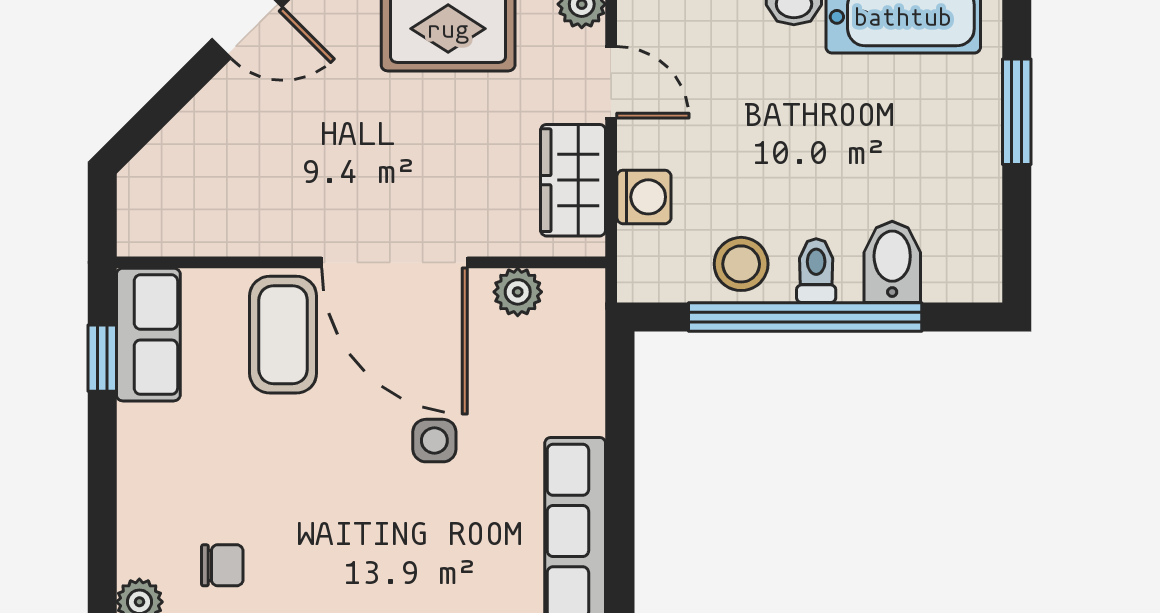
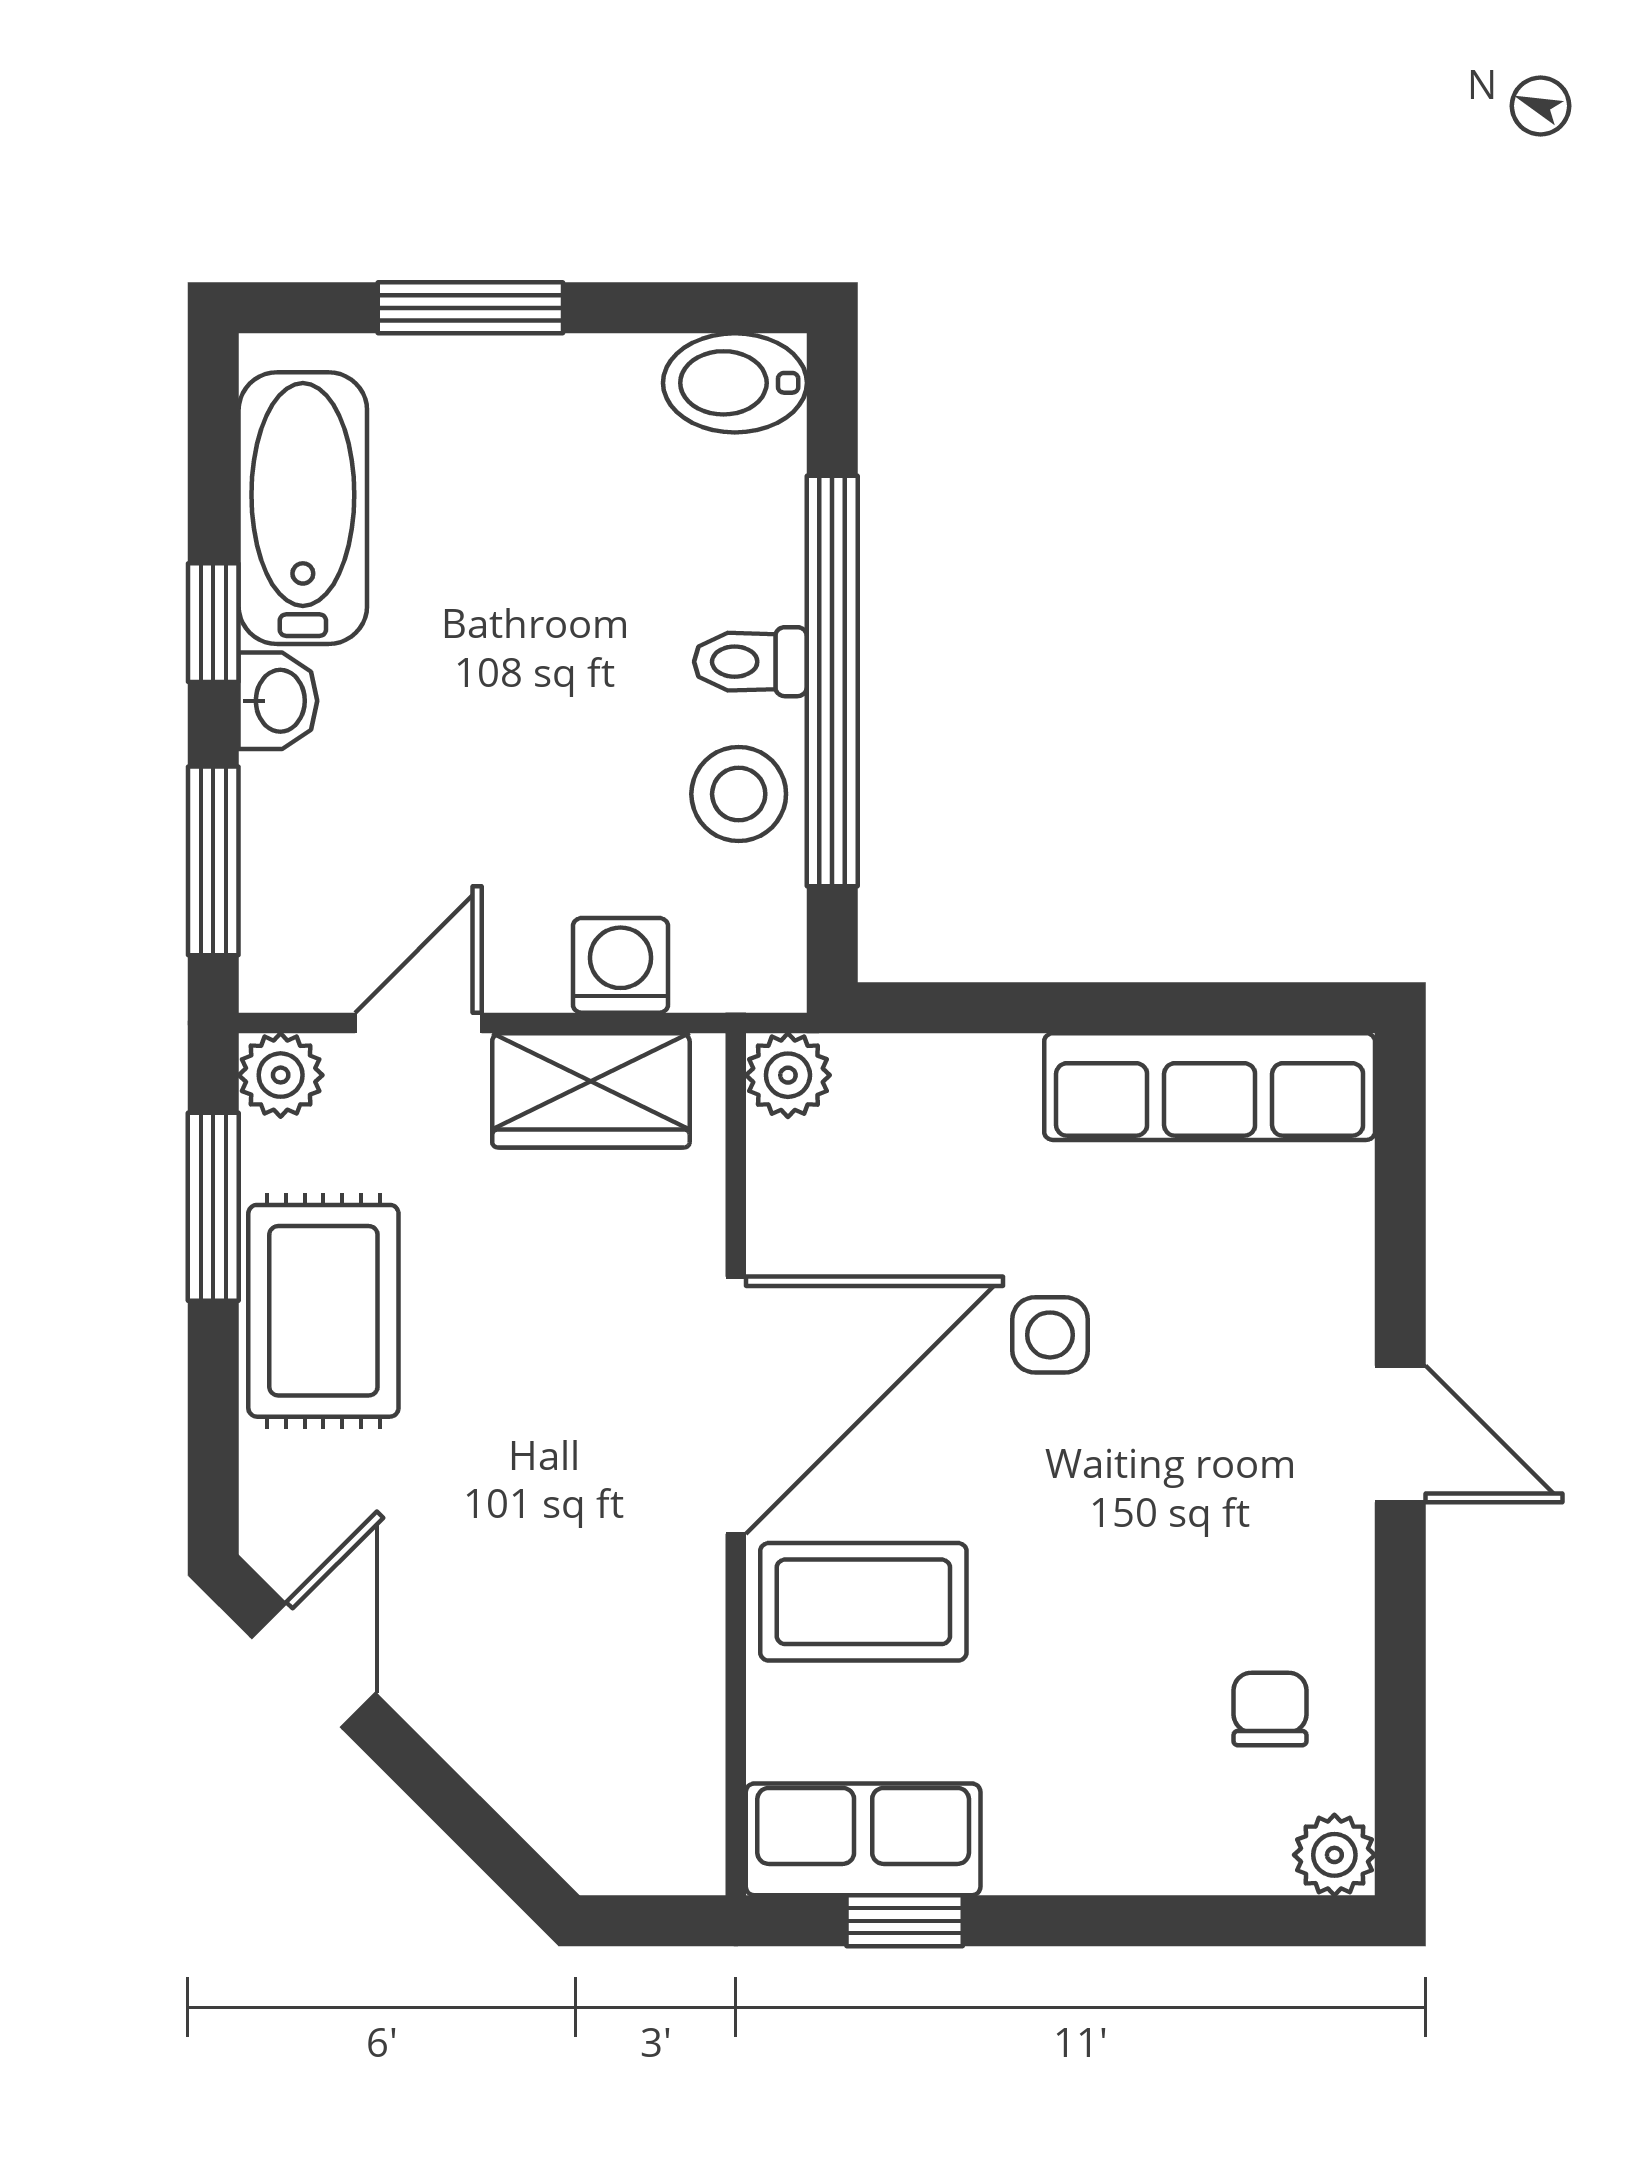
bidet: (892, 262) -> (735, 383), moved
plant: (518, 292) -> (788, 1075), moved

